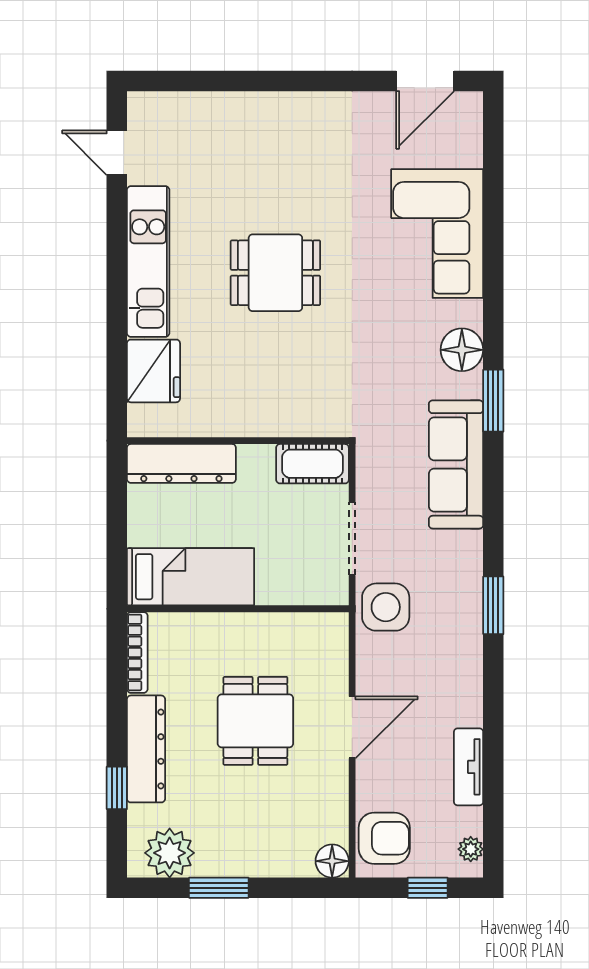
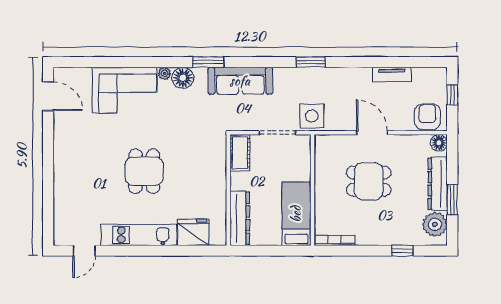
dresser: (146, 749) -> (438, 184), moved, turned -90
plant: (471, 849) -> (164, 73), moved

